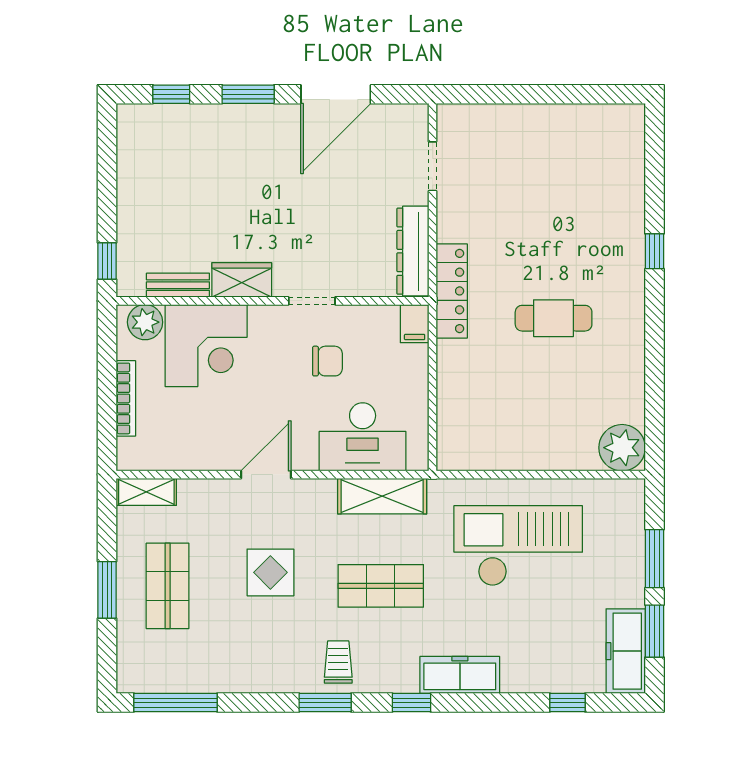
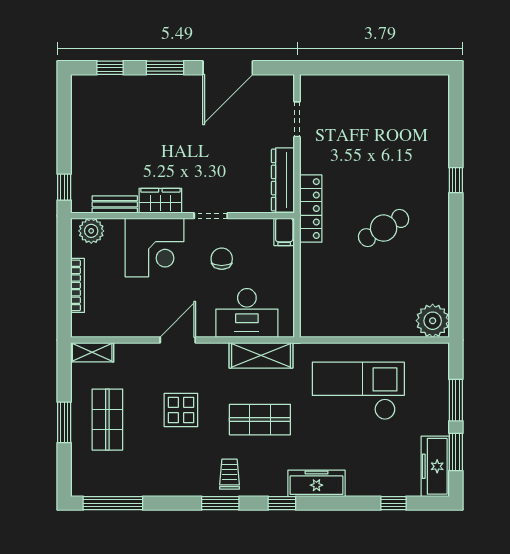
cafe table: (554, 318) -> (384, 228), turned -30
corner desk: (206, 346) -> (154, 248), moved
chair: (327, 361) -> (222, 259), turned -90

